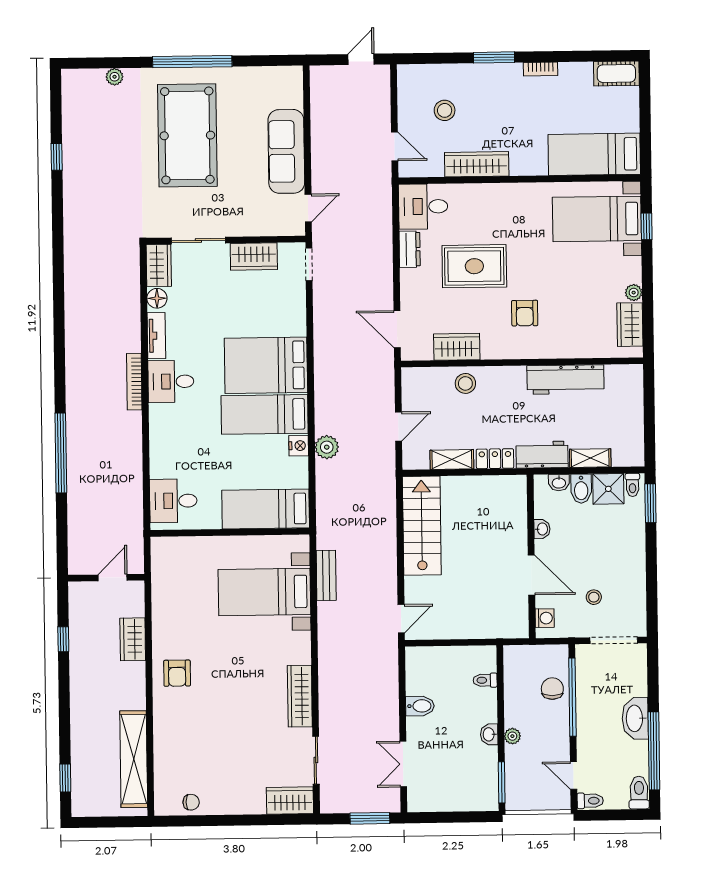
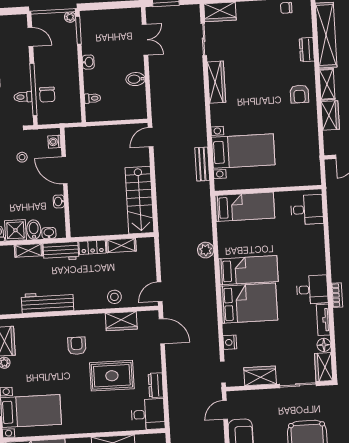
bookcase: (134, 382) -> (337, 295), width x0.64
door: (399, 426) -> (160, 292), moved
nightstand: (299, 446) -> (230, 342), moved
armchair: (177, 673) -> (299, 94), turned 180
shelving: (135, 686) -> (327, 84), added
plant: (512, 736) -> (70, 17), moved
dresser: (163, 739) -> (307, 50), added
toilet: (590, 801) -> (23, 97), moved

